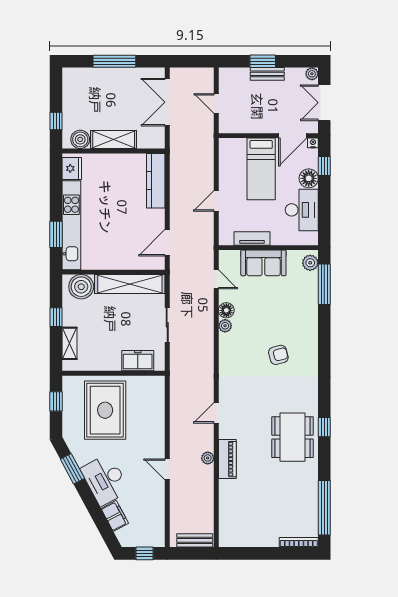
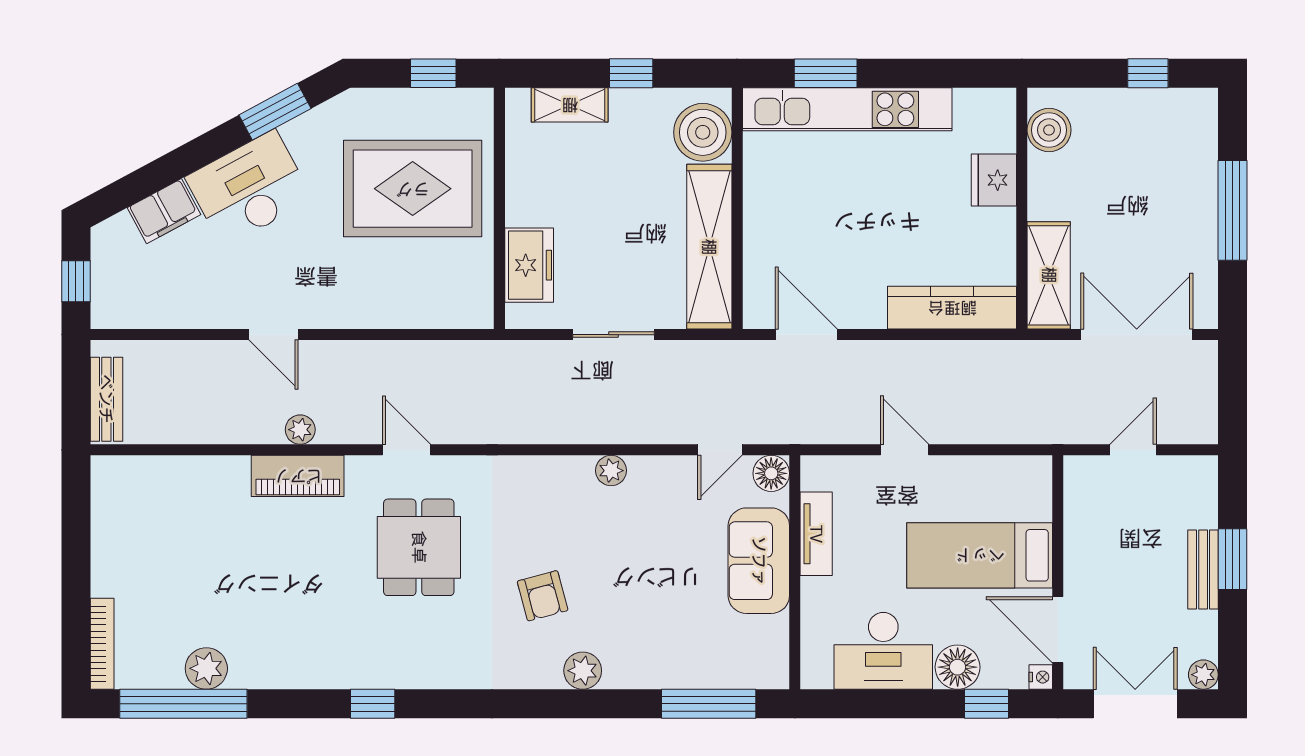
window: (56, 121) -> (1148, 73), moved
shelving: (114, 140) -> (1049, 275), moved
fridge: (72, 168) -> (994, 180), moved, turned 90
plant: (310, 263) -> (583, 671), moved
floor lamp: (226, 310) -> (771, 473), moved
dining table: (293, 437) -> (419, 547), moved, width x0.73
door: (167, 469) -> (273, 335), swing flipped
plant: (309, 498) -> (206, 668), added

